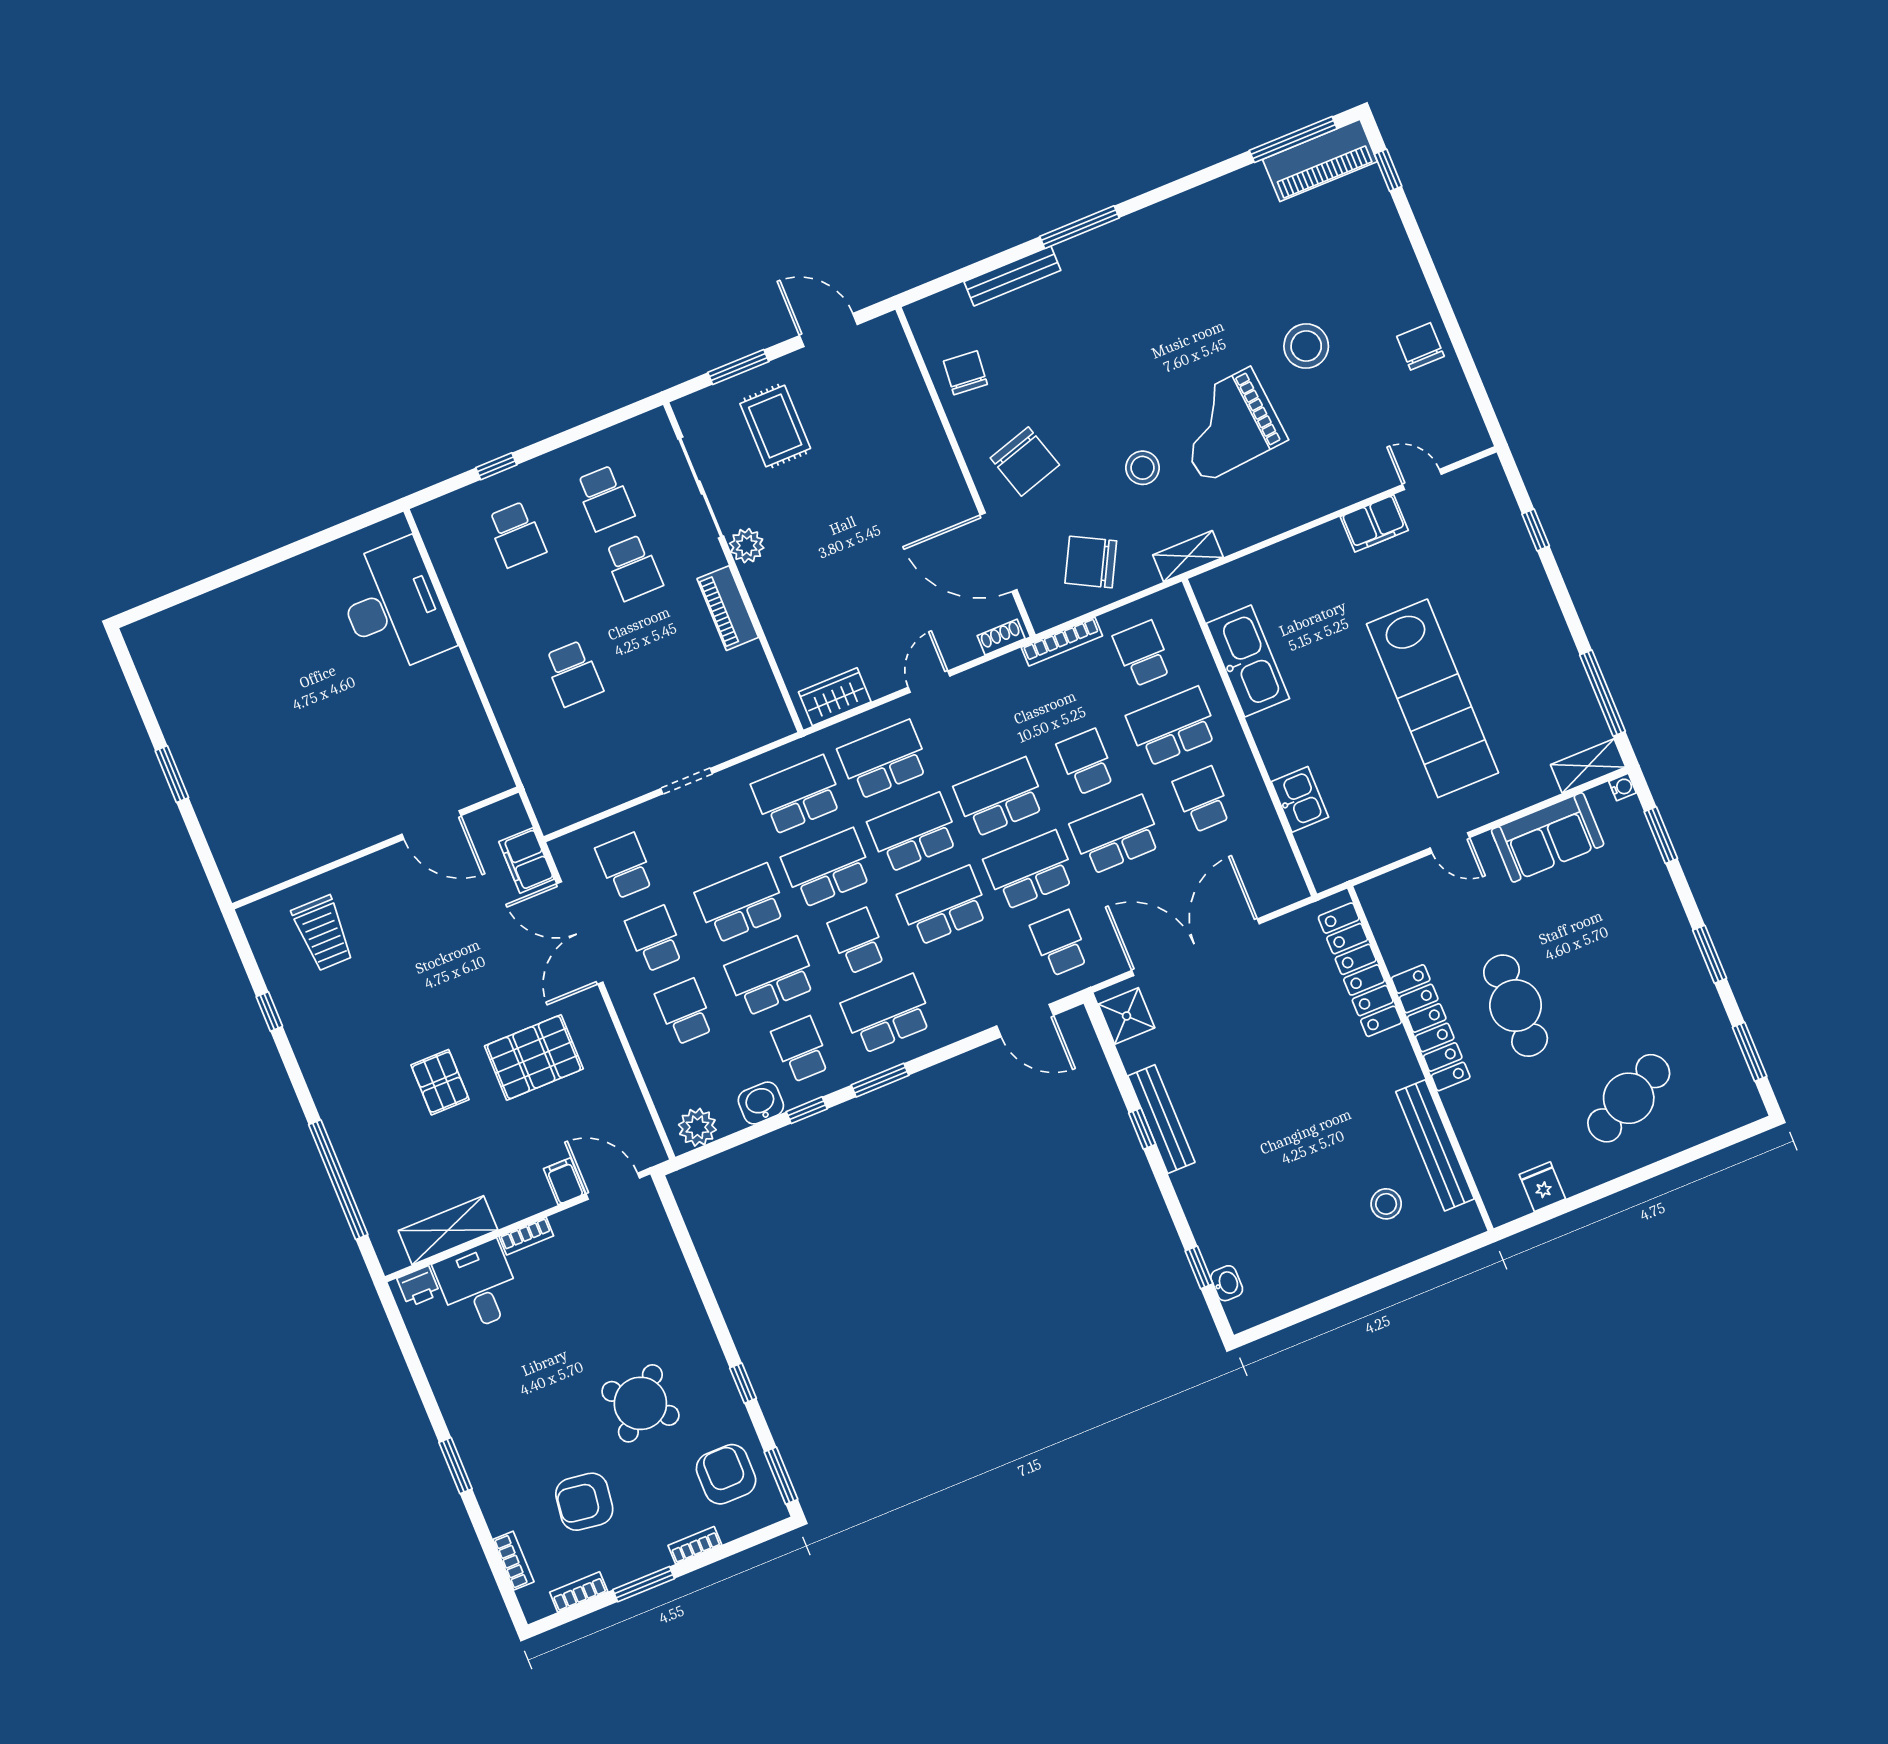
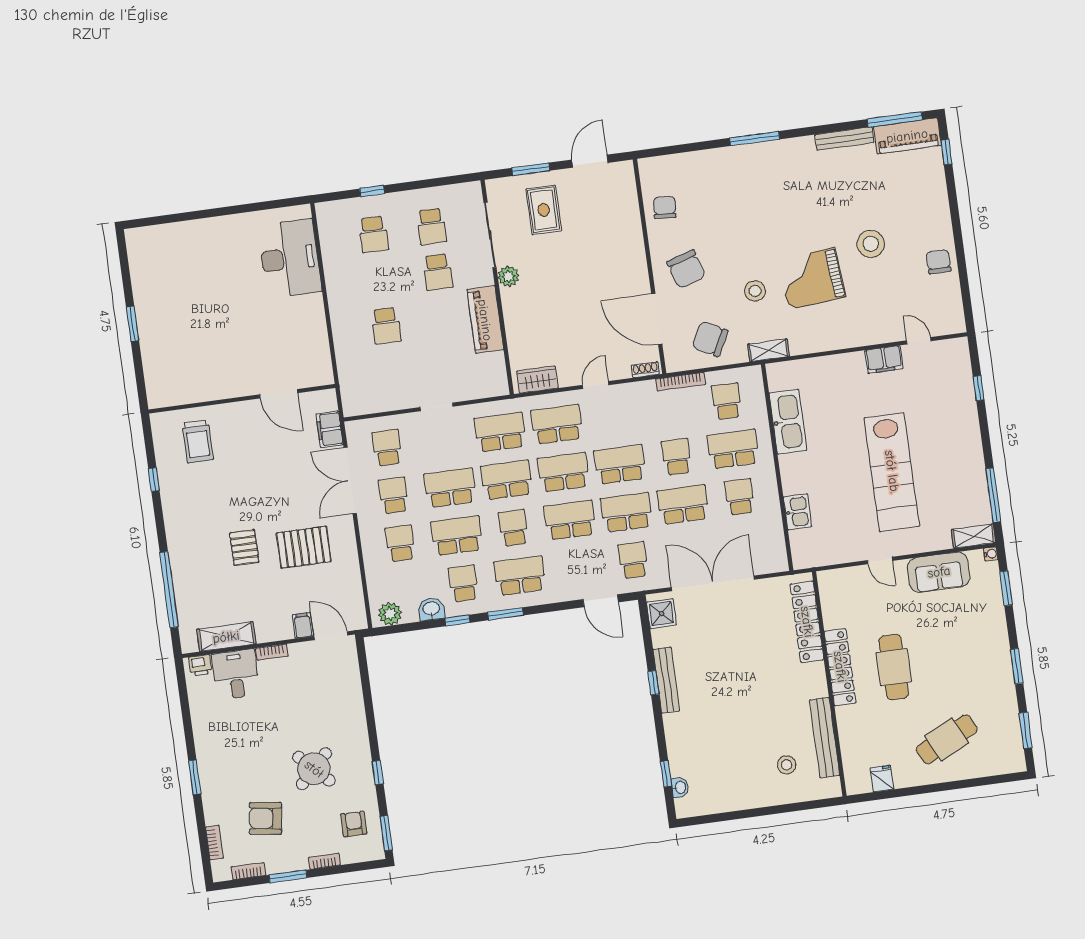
bench: (1012, 276) -> (844, 139), moved
door: (828, 330) -> (590, 161), hinge flipped
piano: (728, 608) -> (485, 320), width x1.37, depth x1.33
armchair: (726, 1474) -> (354, 824), width x0.72, depth x0.72

